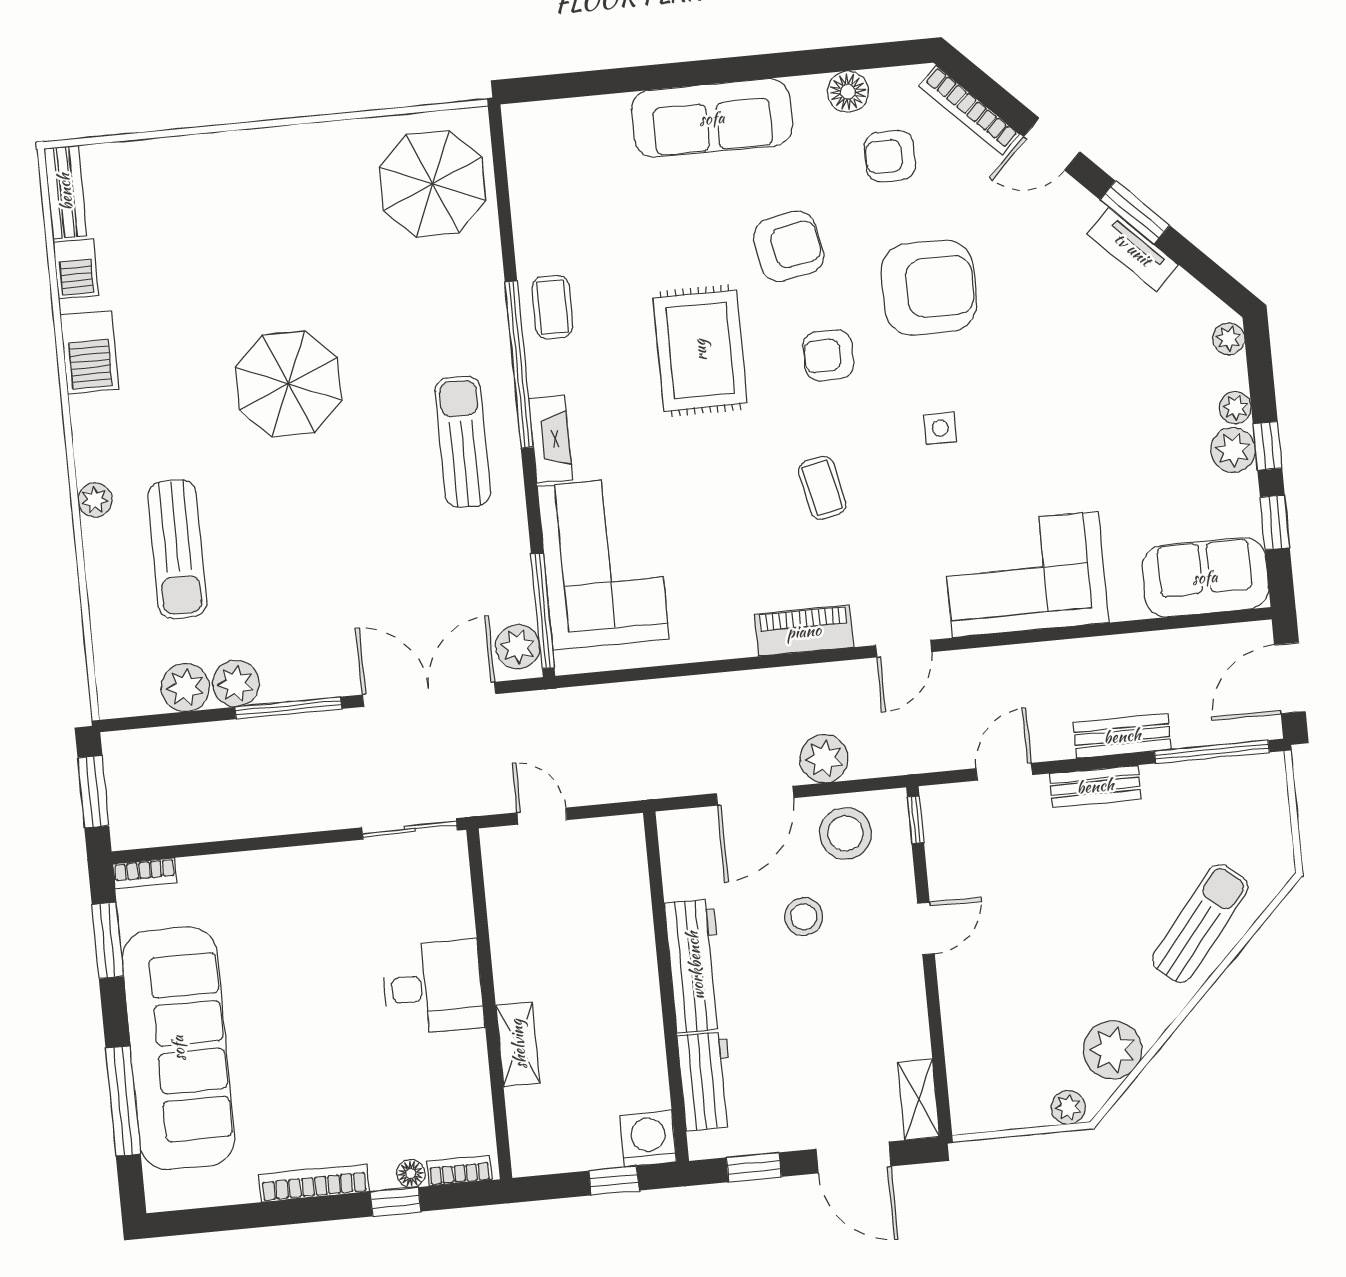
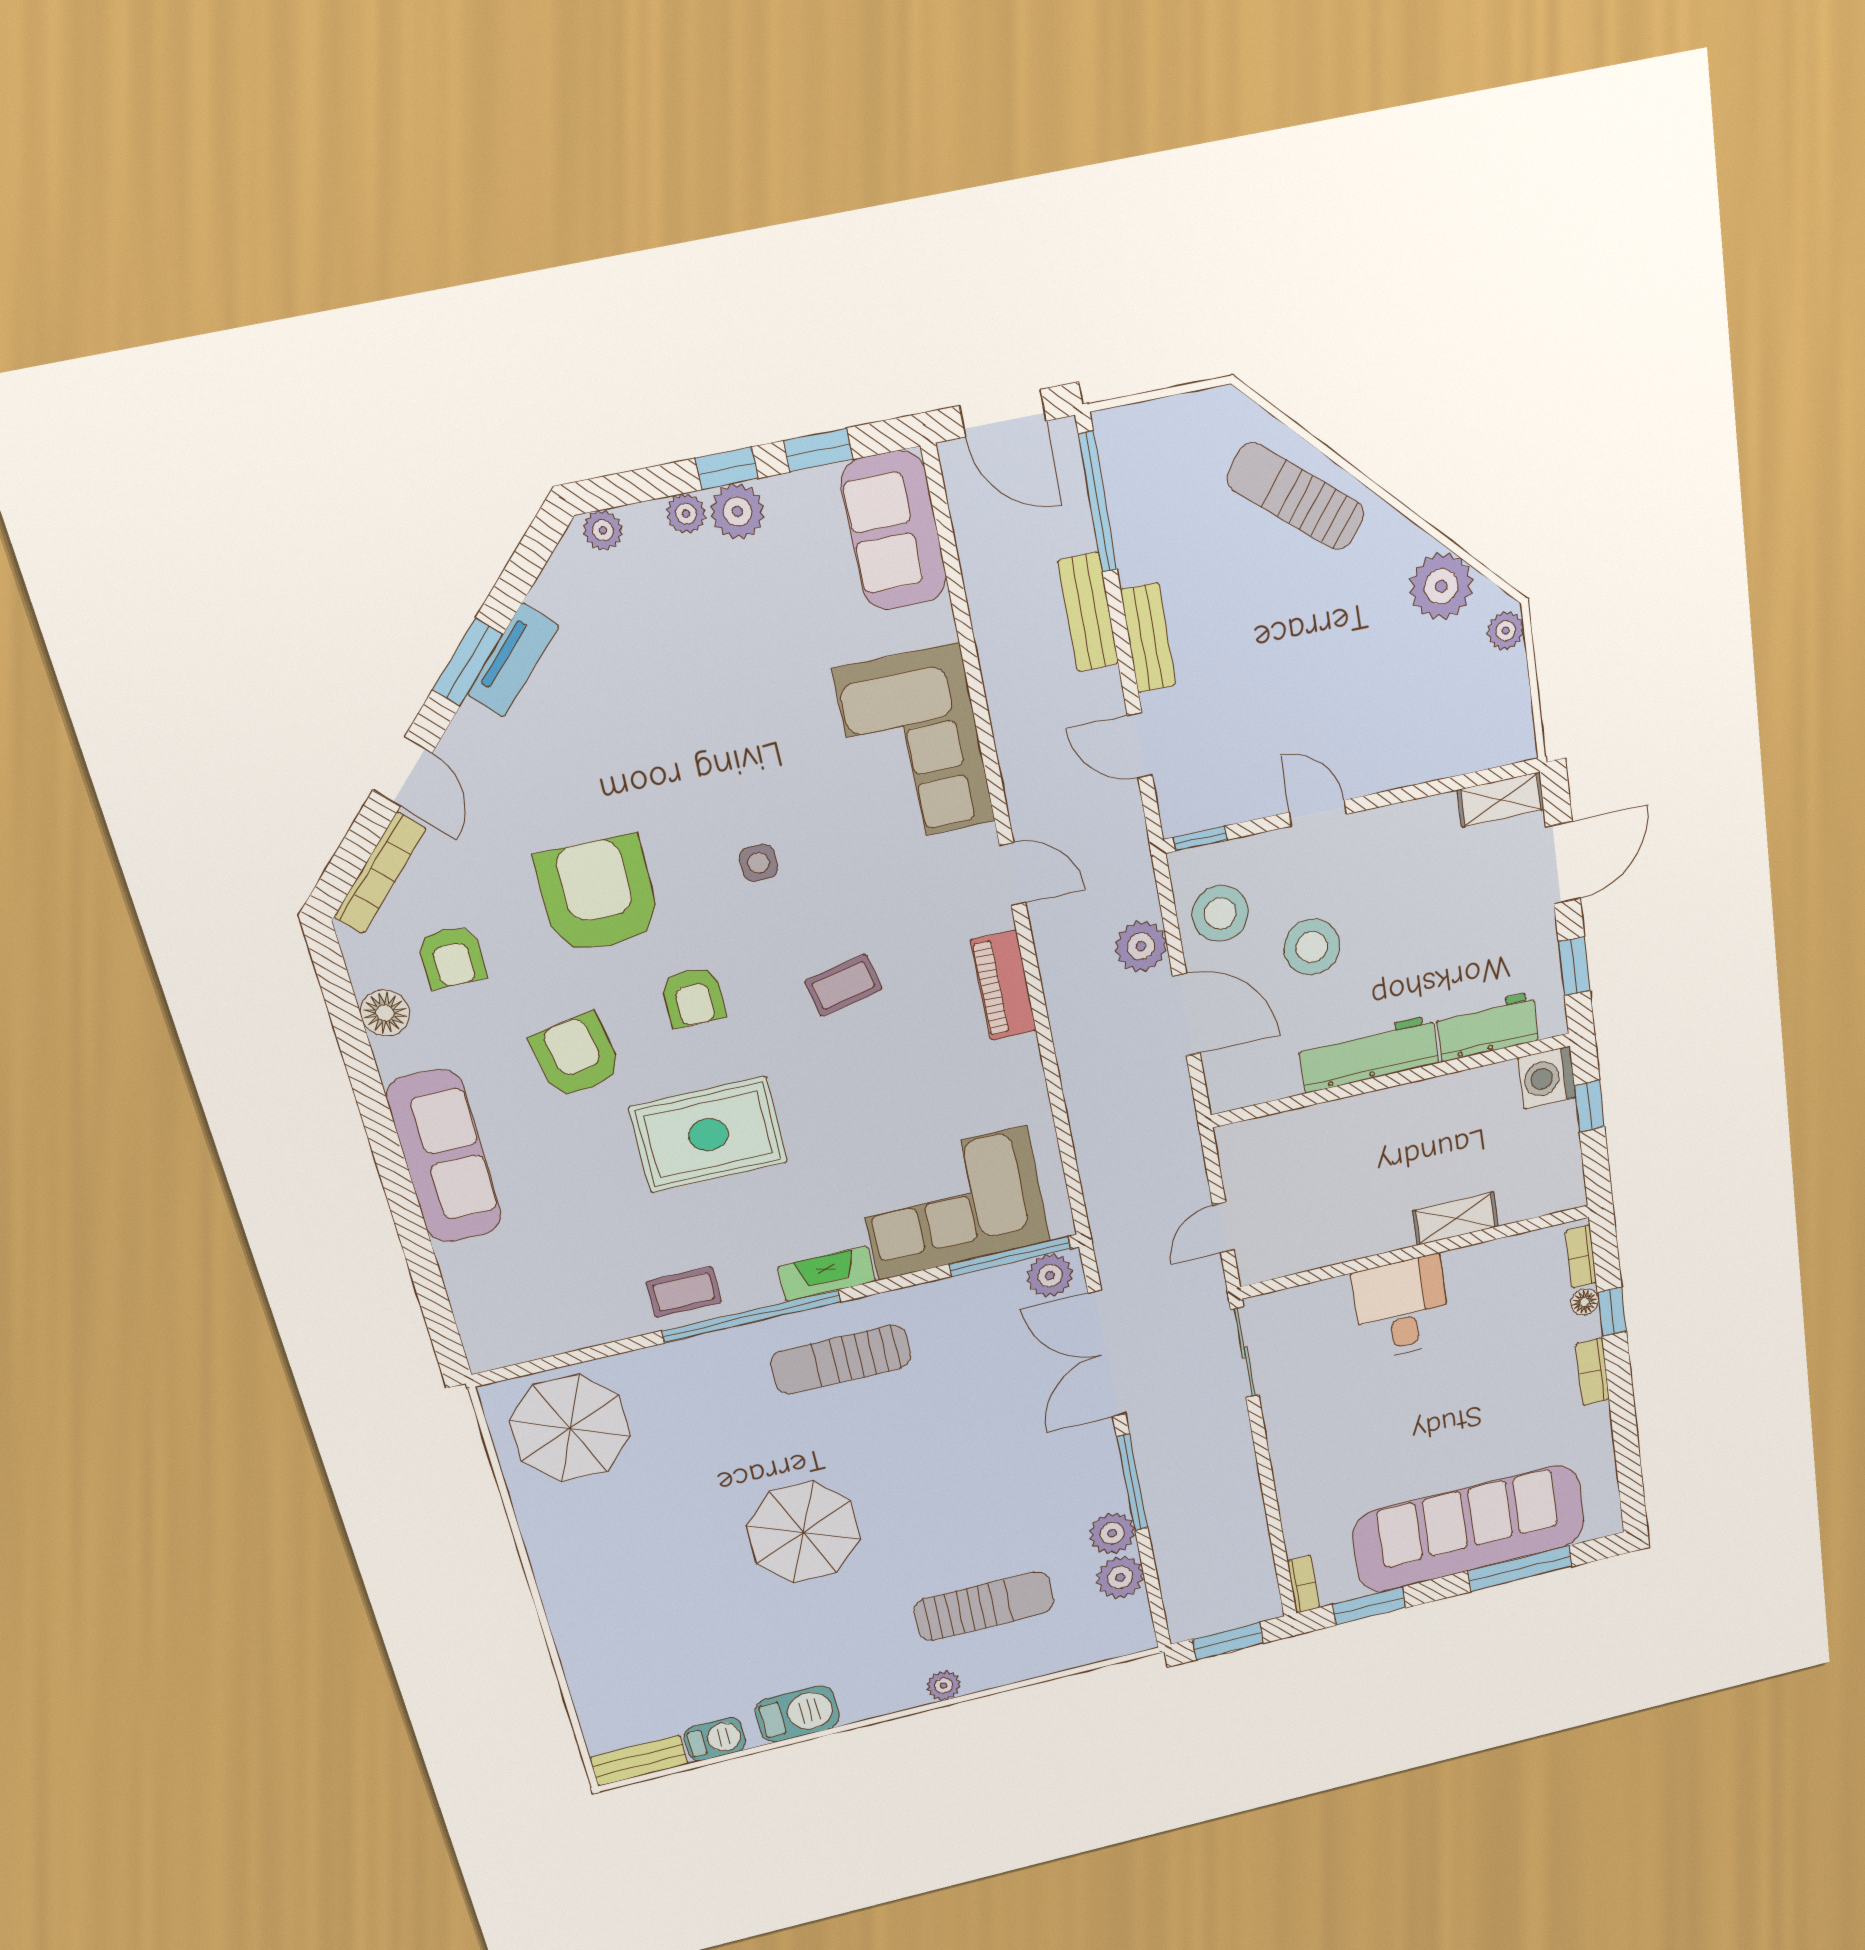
stool: (804, 917) -> (1312, 947), width x1.38, depth x1.38
bookcase: (314, 1183) -> (1593, 1372), width x0.64

